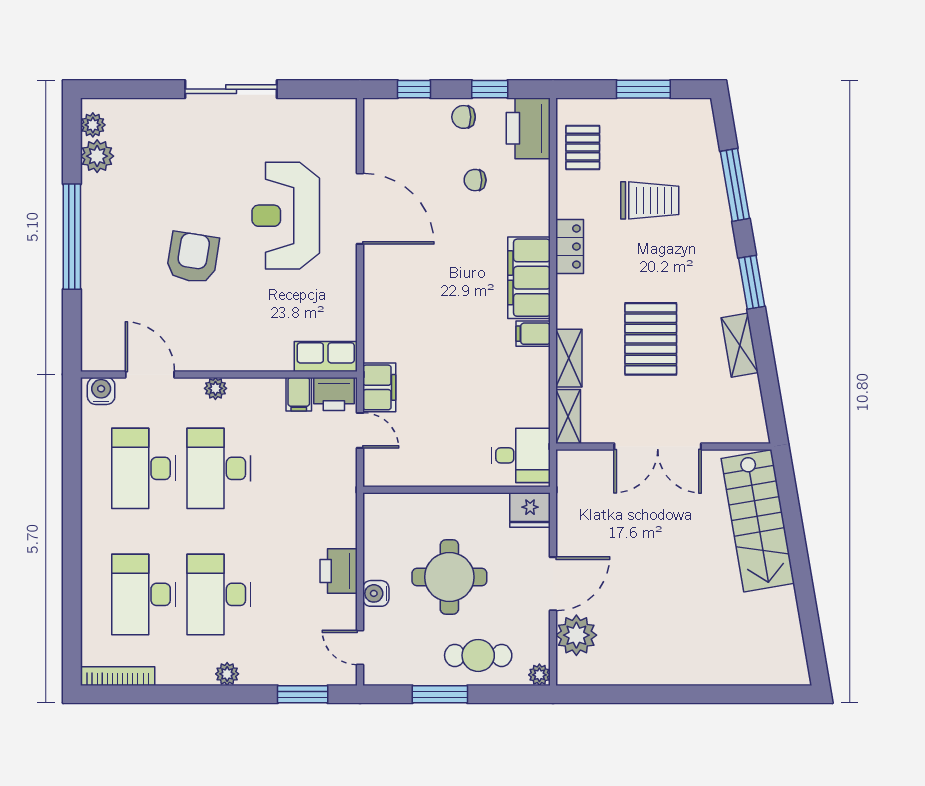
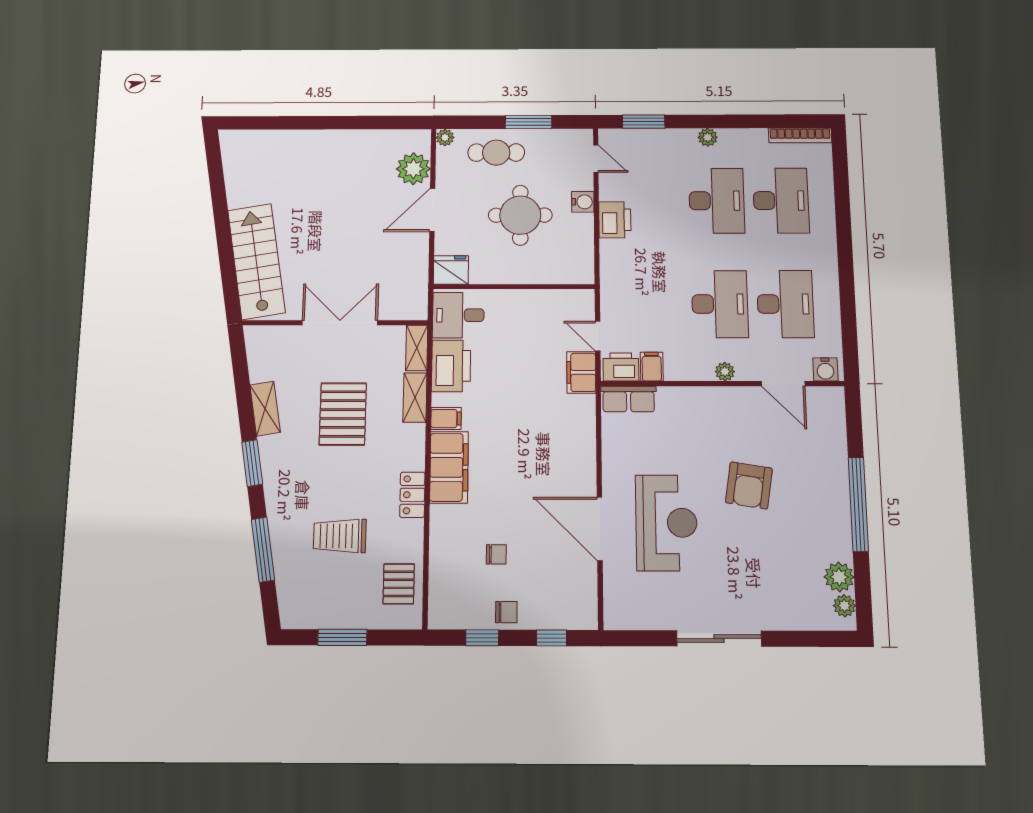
printer: (528, 128) -> (451, 366), moved

